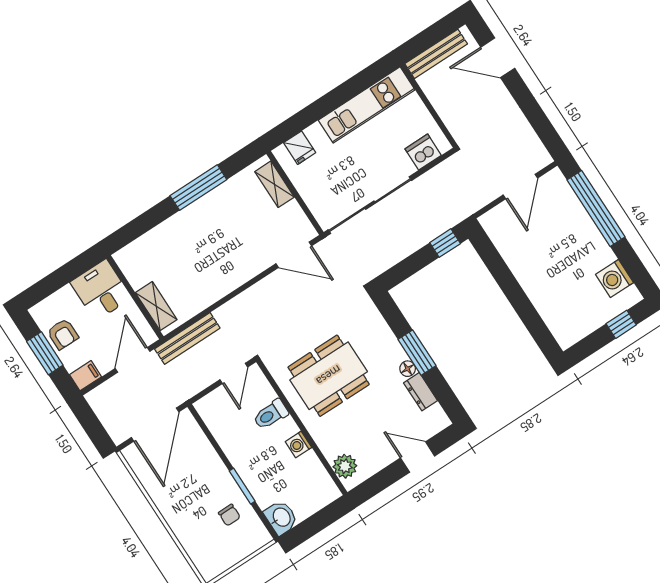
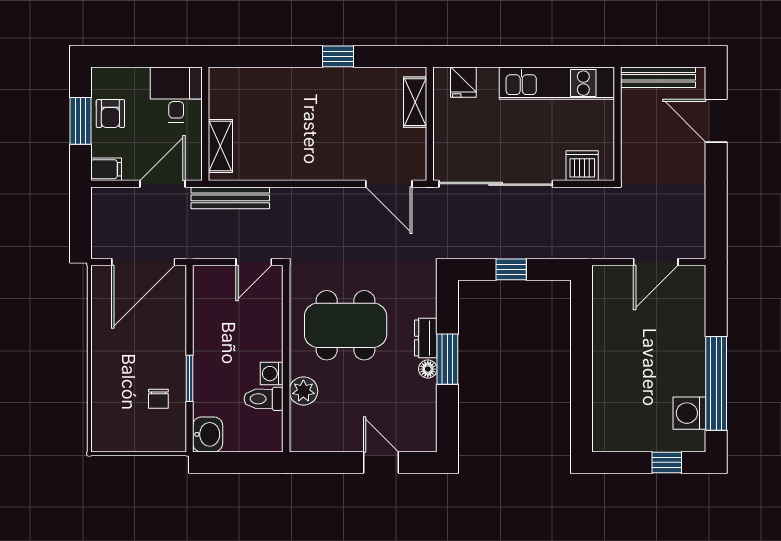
window: (198, 188) -> (338, 56), width x0.46
window: (596, 208) -> (716, 383), moved
window: (445, 243) -> (511, 269), moved
dresser: (421, 392) -> (426, 338), moved
toilet: (271, 414) -> (264, 399), moved
plant: (345, 466) -> (303, 391), moved

